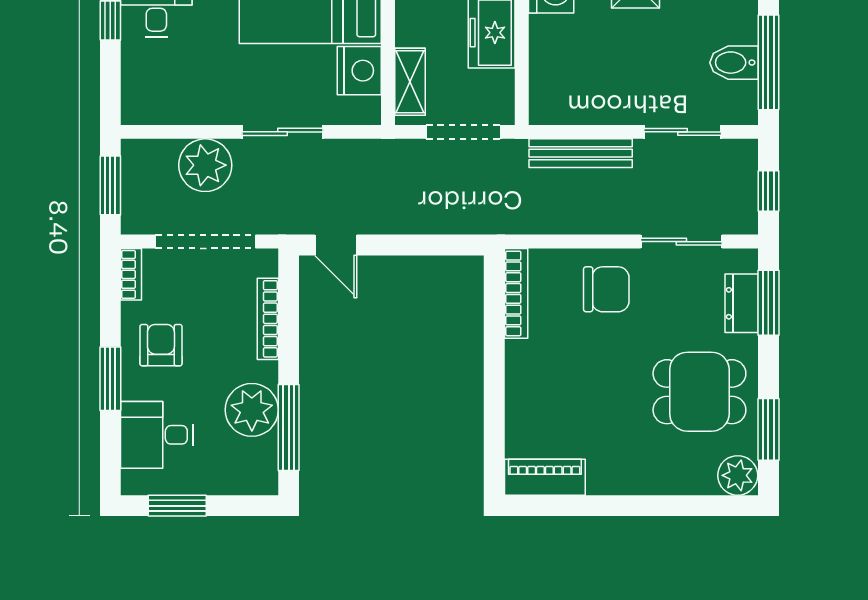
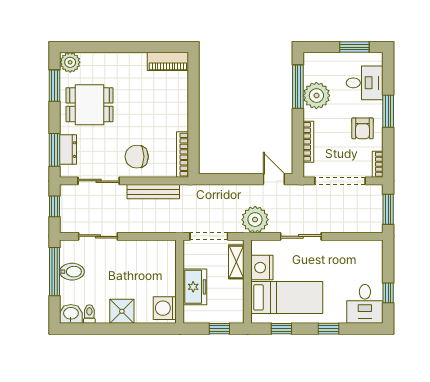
bench: (581, 153) -> (153, 192), moved
plant: (205, 165) -> (255, 220), moved

